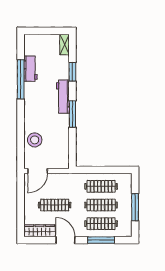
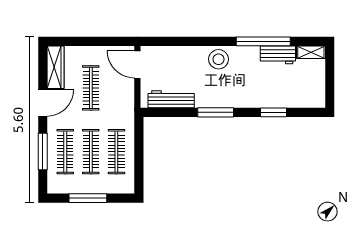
shelving: (65, 45) -> (311, 52), moved
workbench: (63, 97) -> (171, 99), moved
stool: (35, 140) -> (219, 59), moved

